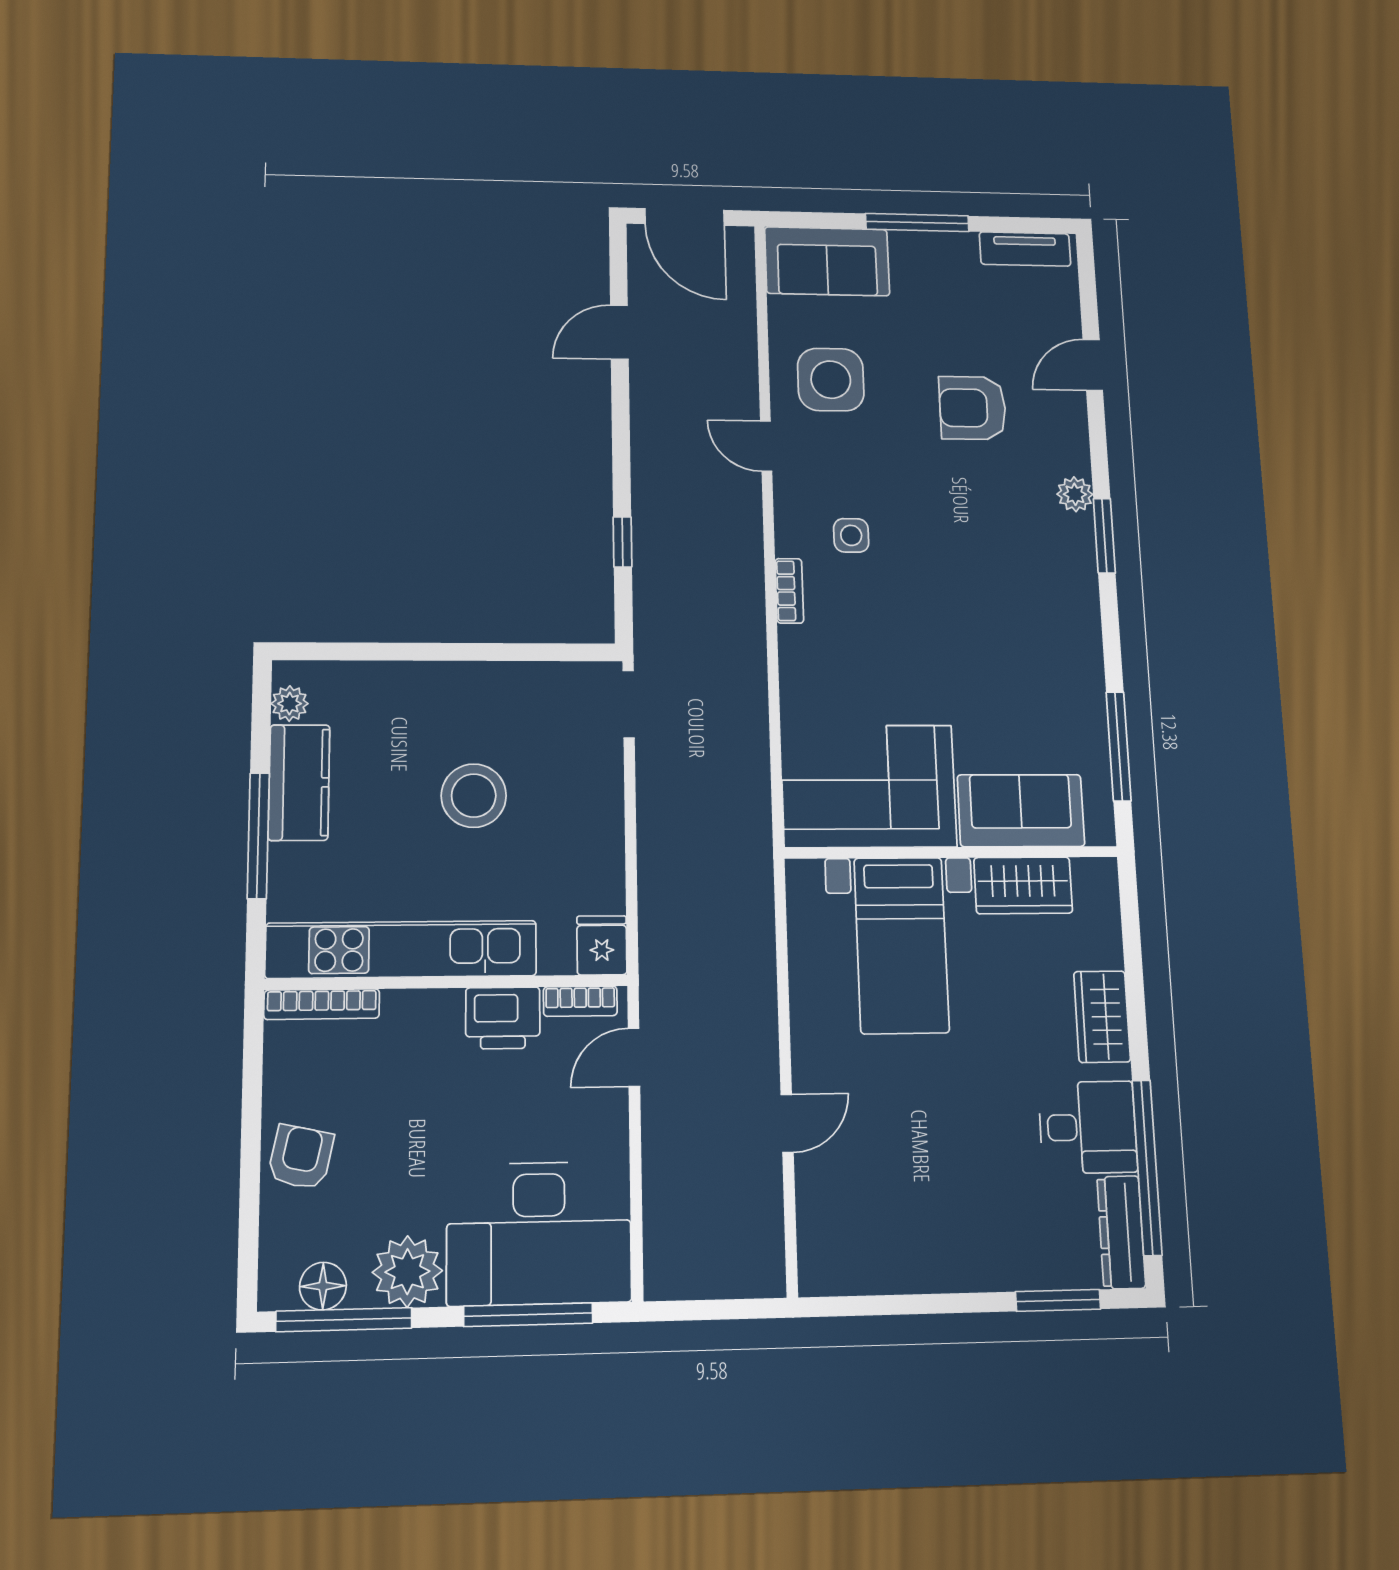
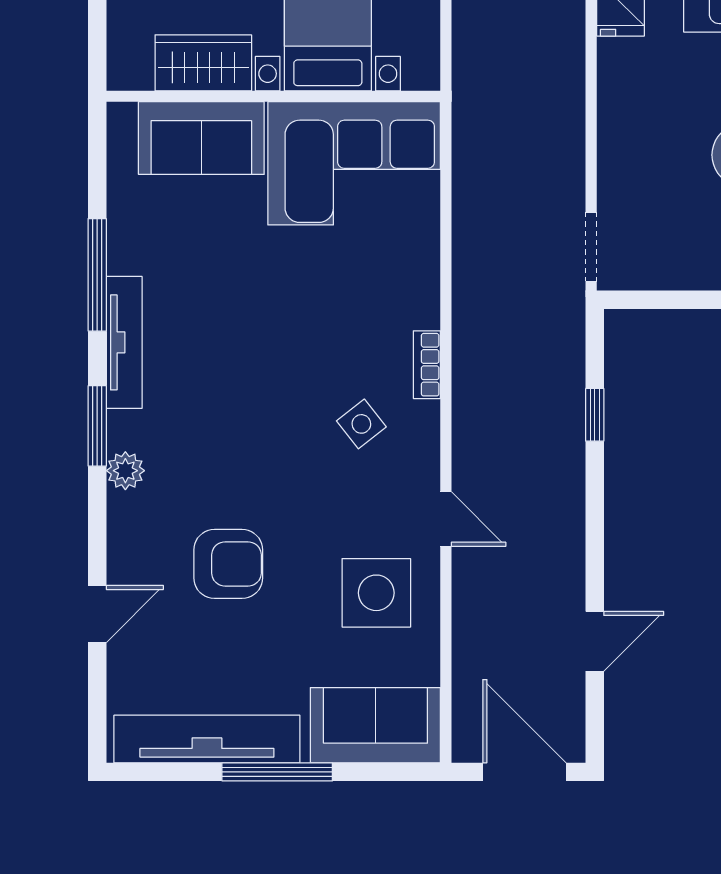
tv unit: (1025, 249) -> (207, 739), width x1.92, depth x1.29
side table: (851, 535) -> (361, 424), turned -38
tv unit: (1084, 614) -> (124, 342), added
window: (1119, 746) -> (97, 275), moved

